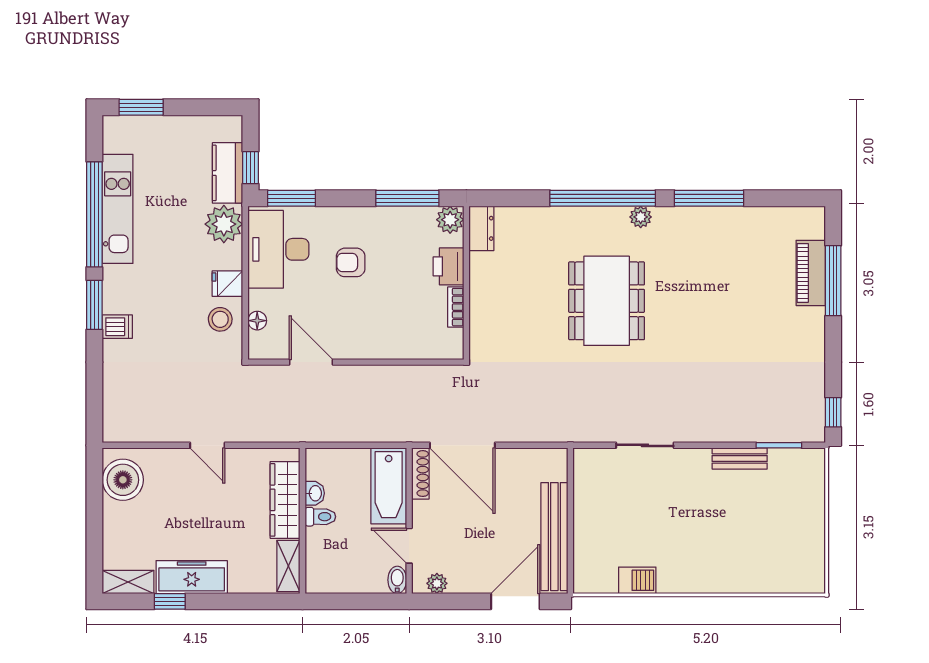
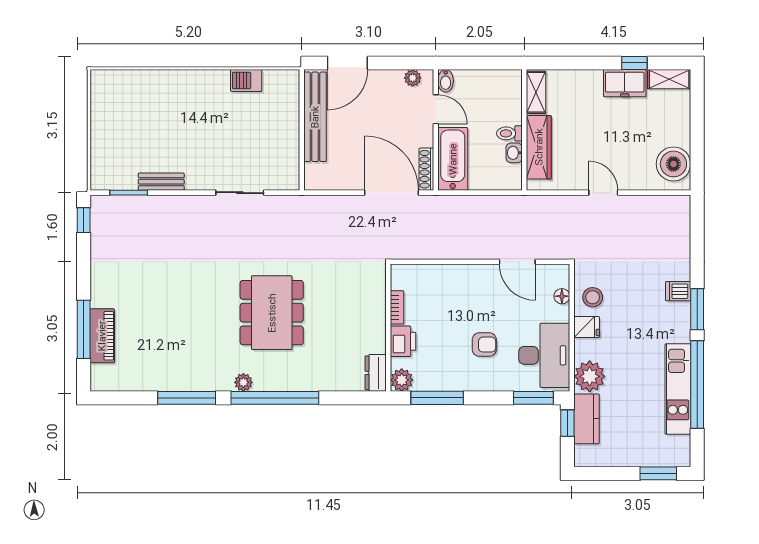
freezer: (192, 577) -> (625, 83), width x0.71

